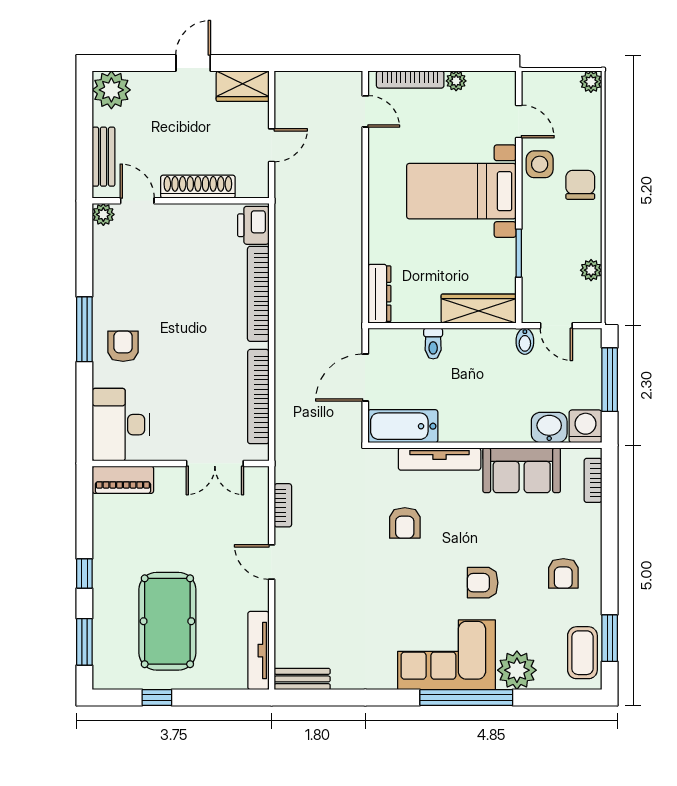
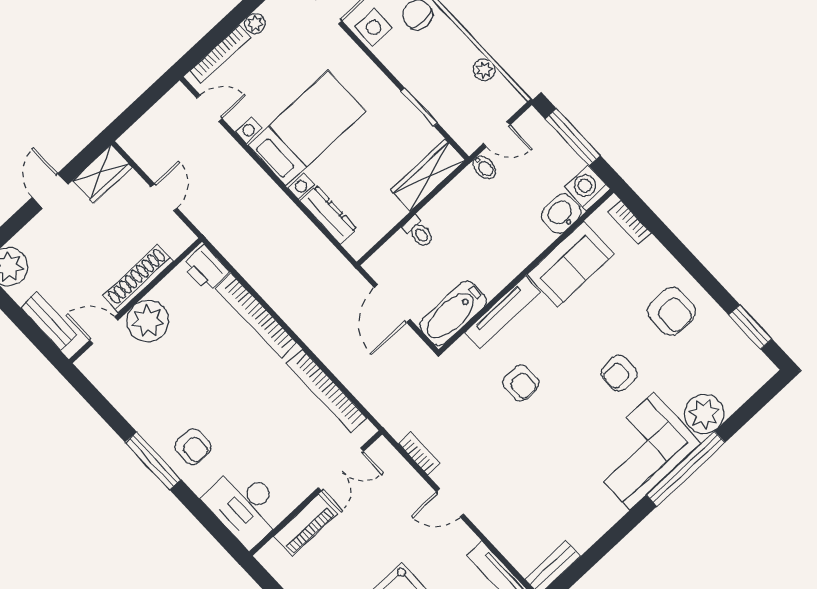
bed with nightstands: (461, 191) -> (307, 128), moved, turned 180
plant: (103, 214) -> (148, 321), moved, width x1.87, depth x1.87
dresser: (379, 294) -> (329, 215), moved
armchair: (123, 346) -> (193, 447), turned 180
piano: (123, 480) -> (305, 525), moved
armchair: (563, 573) -> (672, 311), width x1.38, depth x1.38
coffee table: (582, 653) -> (740, 356), removed

